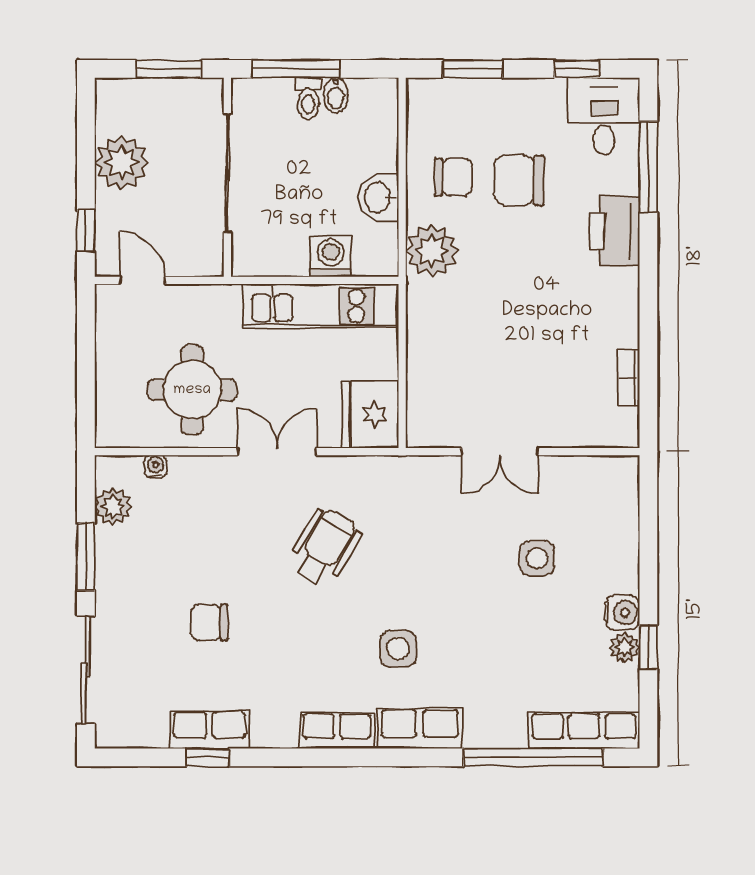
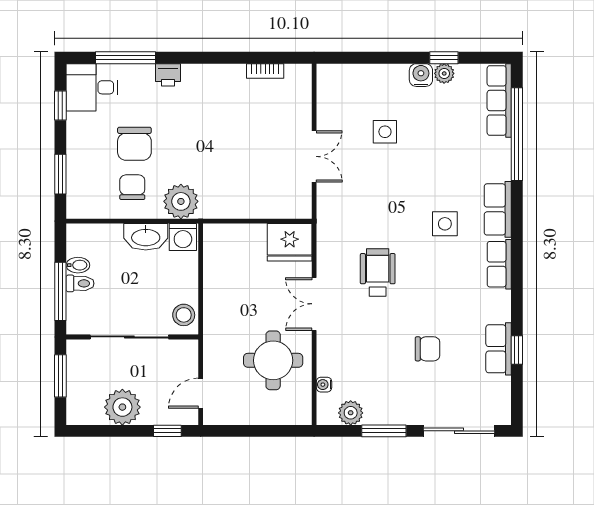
washbasin: (378, 198) -> (146, 237), width x1.38
printer: (615, 231) -> (168, 75), width x0.53, depth x0.68
stool: (261, 255) -> (184, 315), added
washing machine: (331, 256) -> (183, 237), moved, turned -90
kitchen unit: (321, 306) -> (217, 275), removed
wheelchair: (325, 547) -> (378, 272), turned 60
chair: (209, 622) -> (428, 349), turned -90

